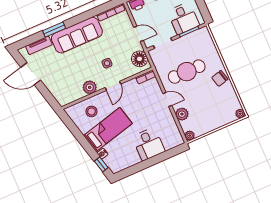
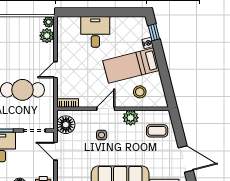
coffee table: (64, 86) -> (157, 131), added
door: (167, 99) -> (55, 70), hinge flipped
plant: (182, 114) -> (47, 36), moved

